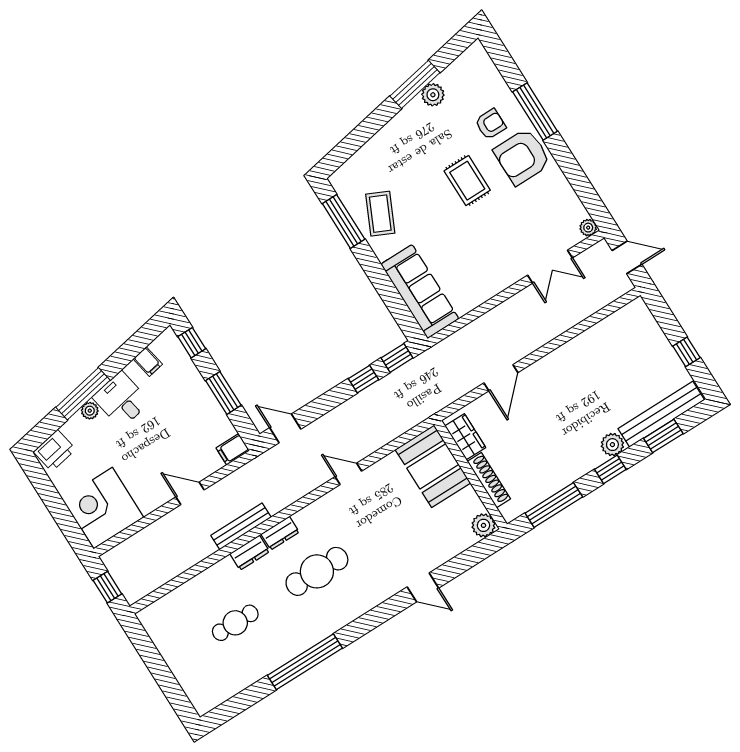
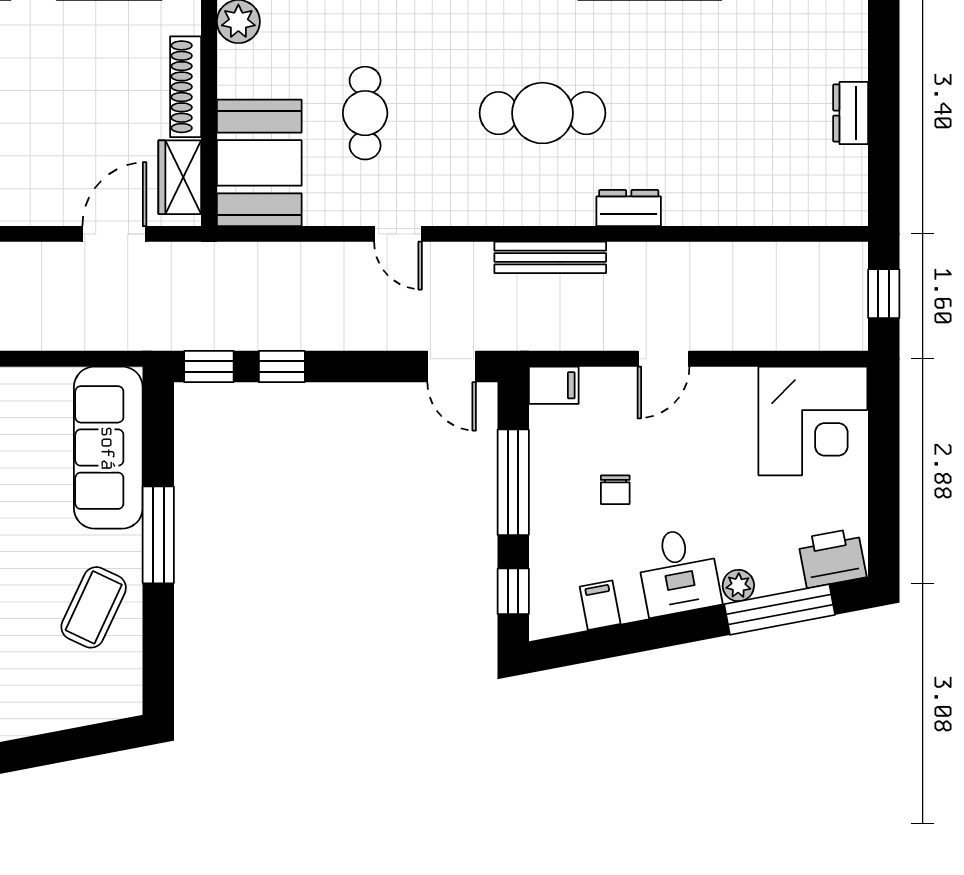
window: (344, 221) -> (158, 535), moved
door: (501, 378) -> (114, 234), moved
window: (223, 393) -> (513, 482), width x1.44
window: (83, 394) -> (780, 610), moved
chair: (174, 419) -> (615, 490), added
door: (190, 493) -> (663, 359), hinge flipped
bench: (241, 526) -> (550, 257), moved
dresser: (280, 533) -> (851, 113), moved, turned -90
cafe table: (235, 623) -> (365, 113), moved, turned 90

